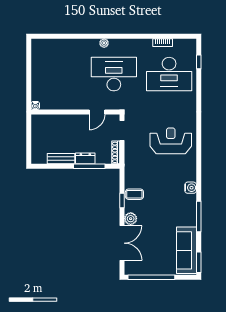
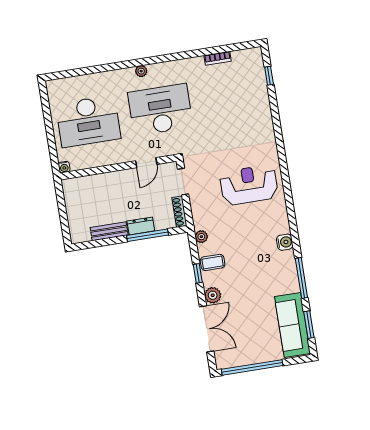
desk: (169, 74) -> (88, 121), moved
plant: (129, 174) -> (201, 237), added
window: (199, 262) -> (309, 325), moved

